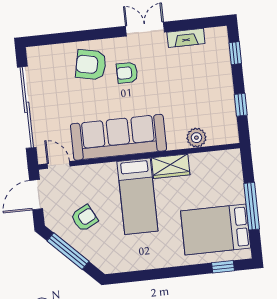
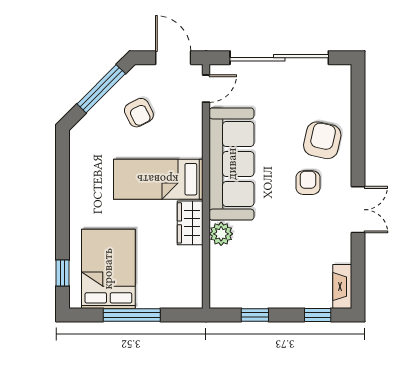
fireplace: (186, 38) -> (342, 287), moved
plant: (196, 138) -> (221, 234), moved

